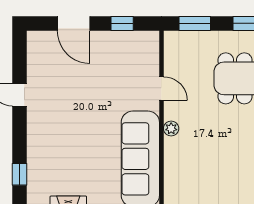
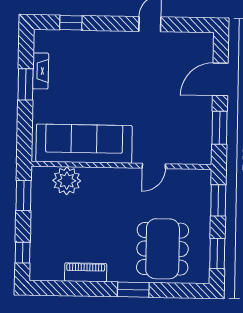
window: (122, 23) -> (219, 128), width x1.50
plant: (171, 128) -> (67, 181), moved, width x1.87, depth x1.87

